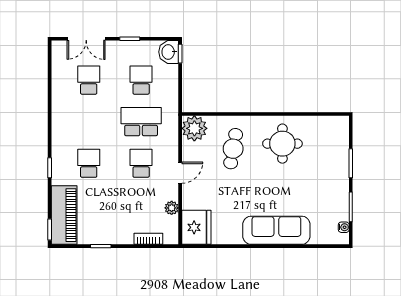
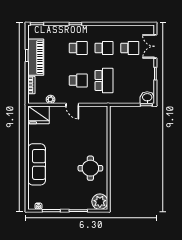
school desk: (141, 80) -> (104, 48), moved
plant: (194, 128) -> (100, 202), moved
cafe table: (233, 149) -> (87, 138), removed
piano: (64, 215) -> (36, 57), moved, turned -90

